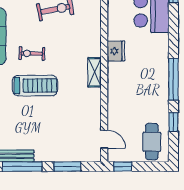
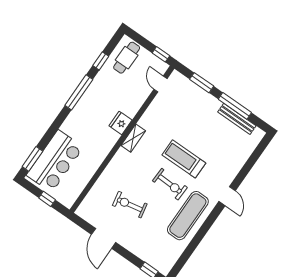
fridge: (116, 51) -> (120, 123), moved
exercise bike: (32, 54) -> (170, 184), width x1.38, depth x1.39

